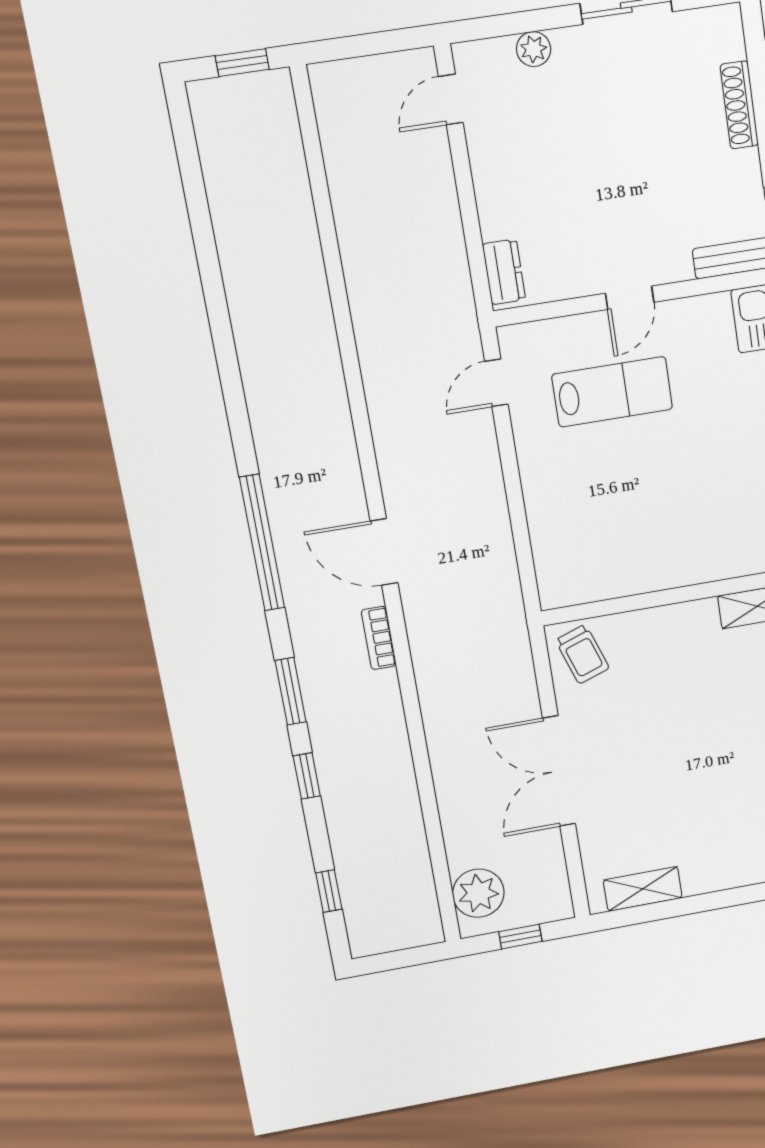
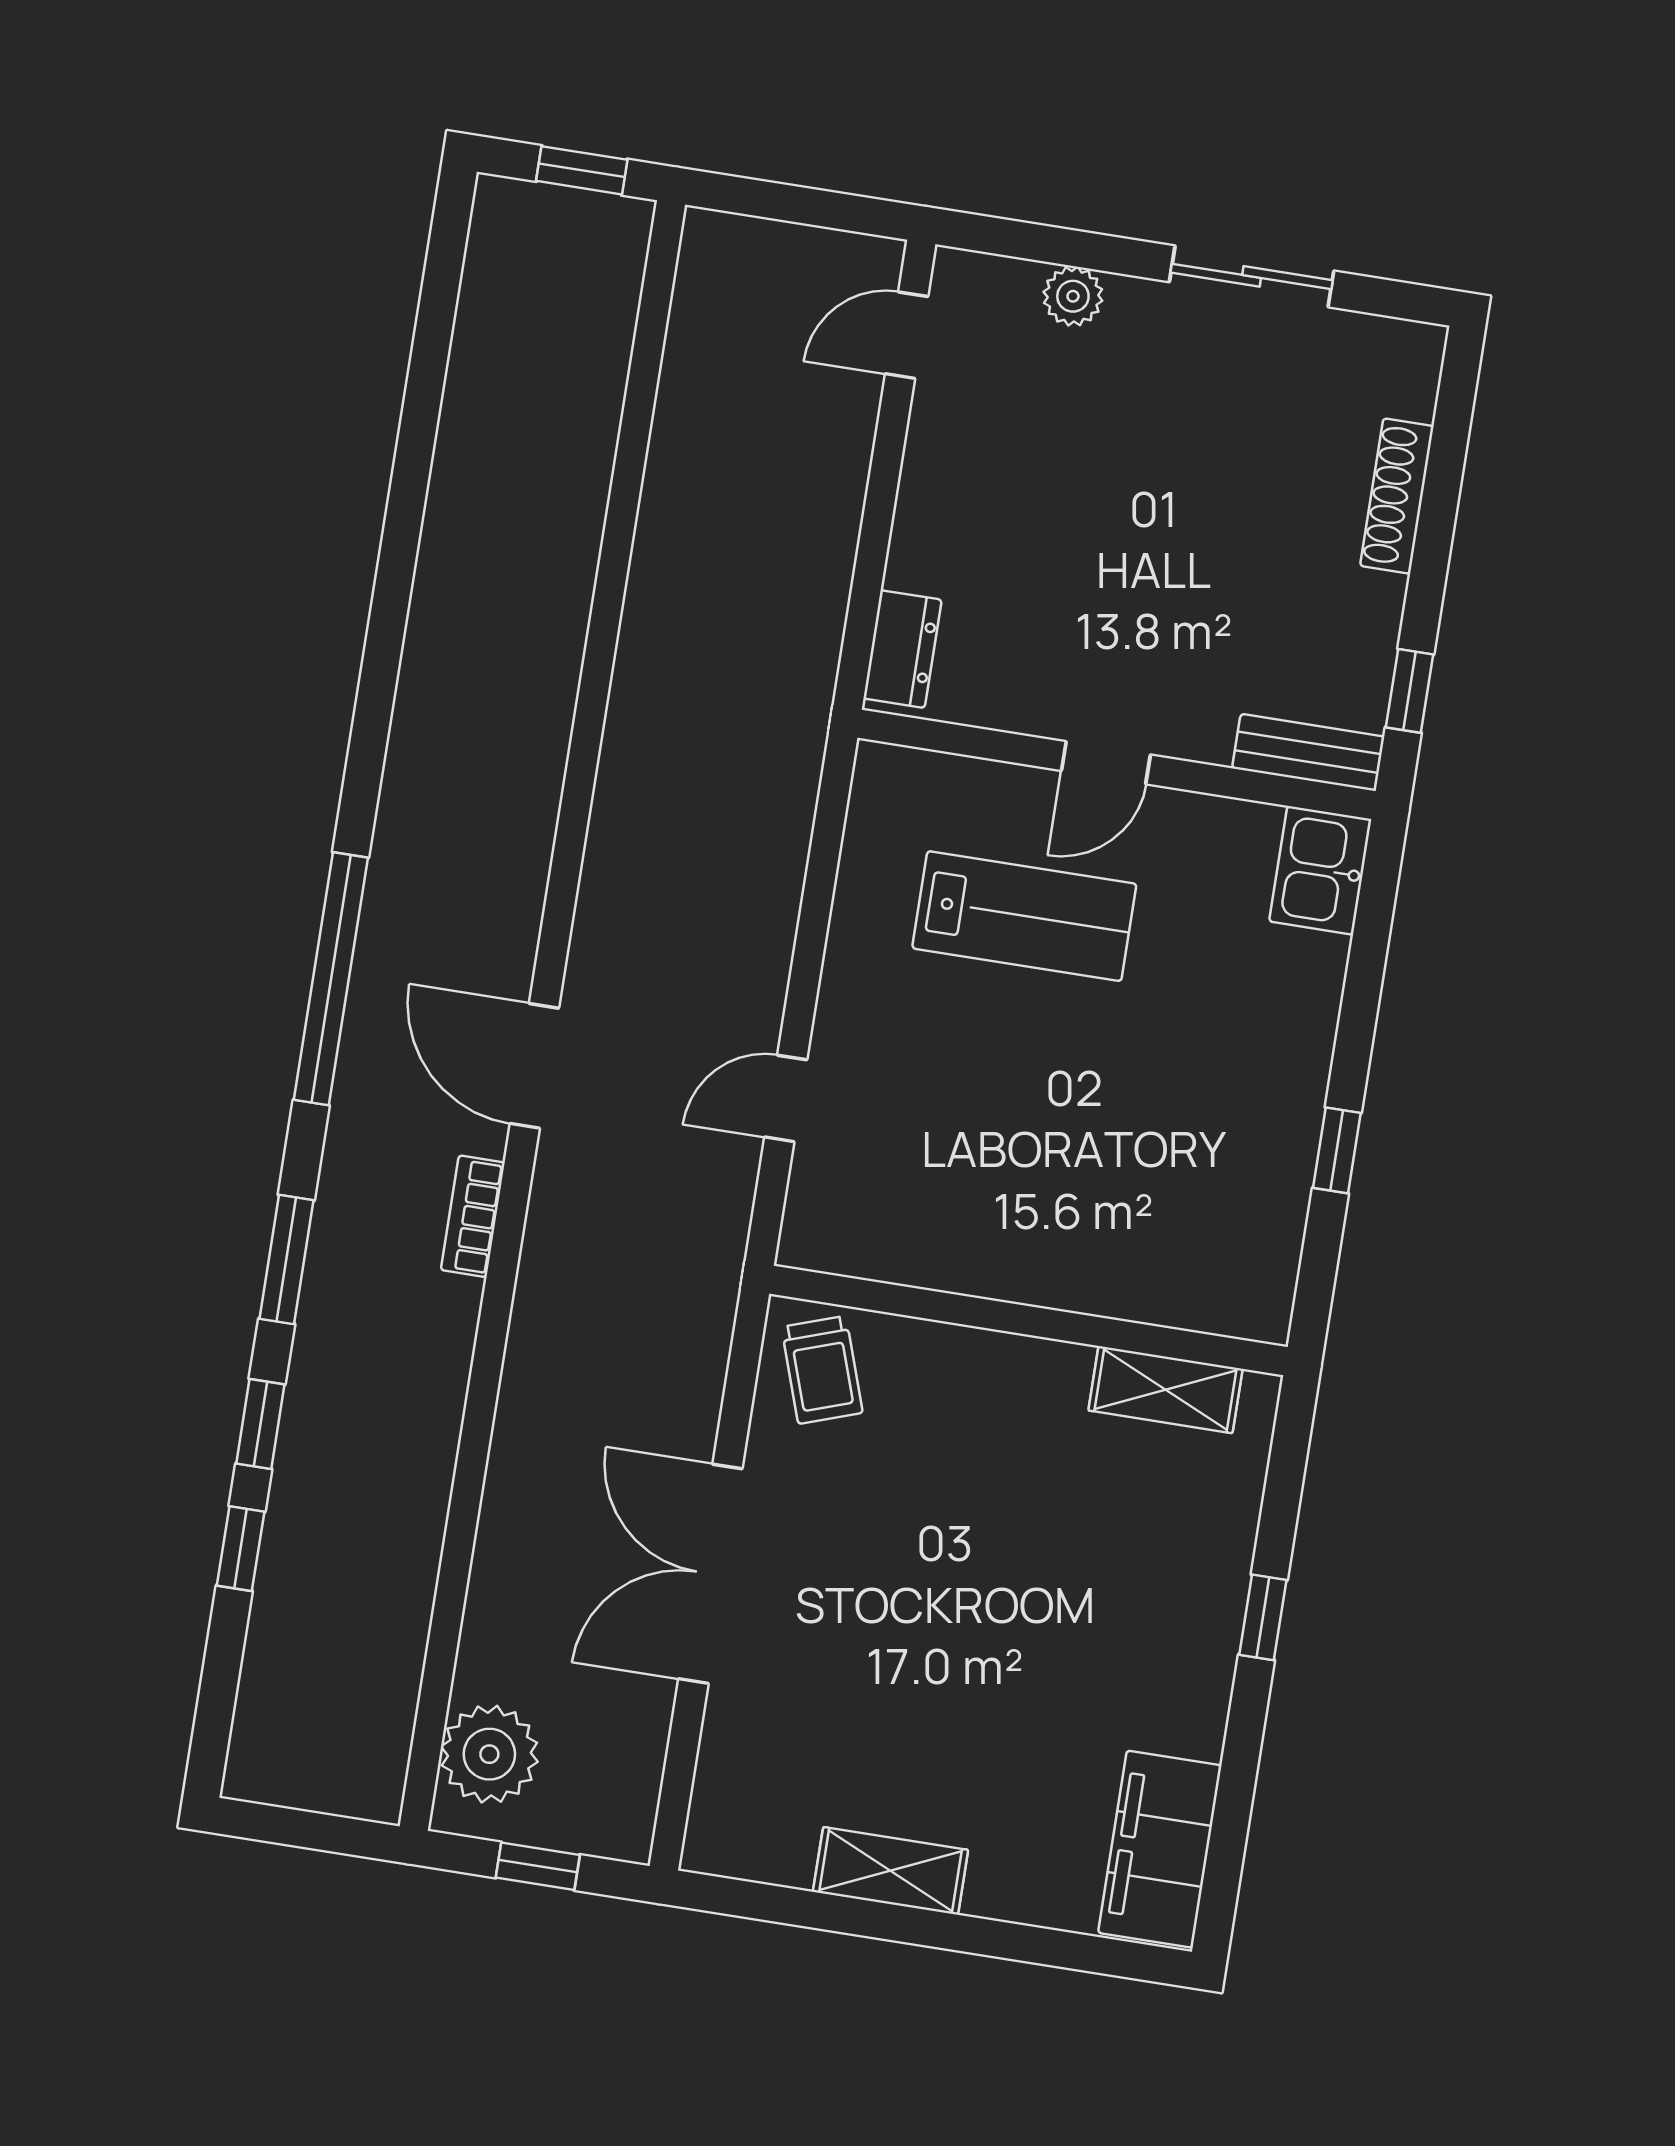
door: (496, 383) -> (786, 1098), moved
shelving: (643, 889) -> (891, 1871), moved
window: (329, 891) -> (241, 1549), moved

